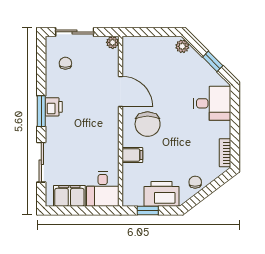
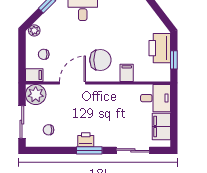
plant: (113, 42) -> (36, 95), width x1.88, depth x1.88
filing cabinet: (130, 46) -> (34, 75), added
chair: (195, 182) -> (44, 54), moved

